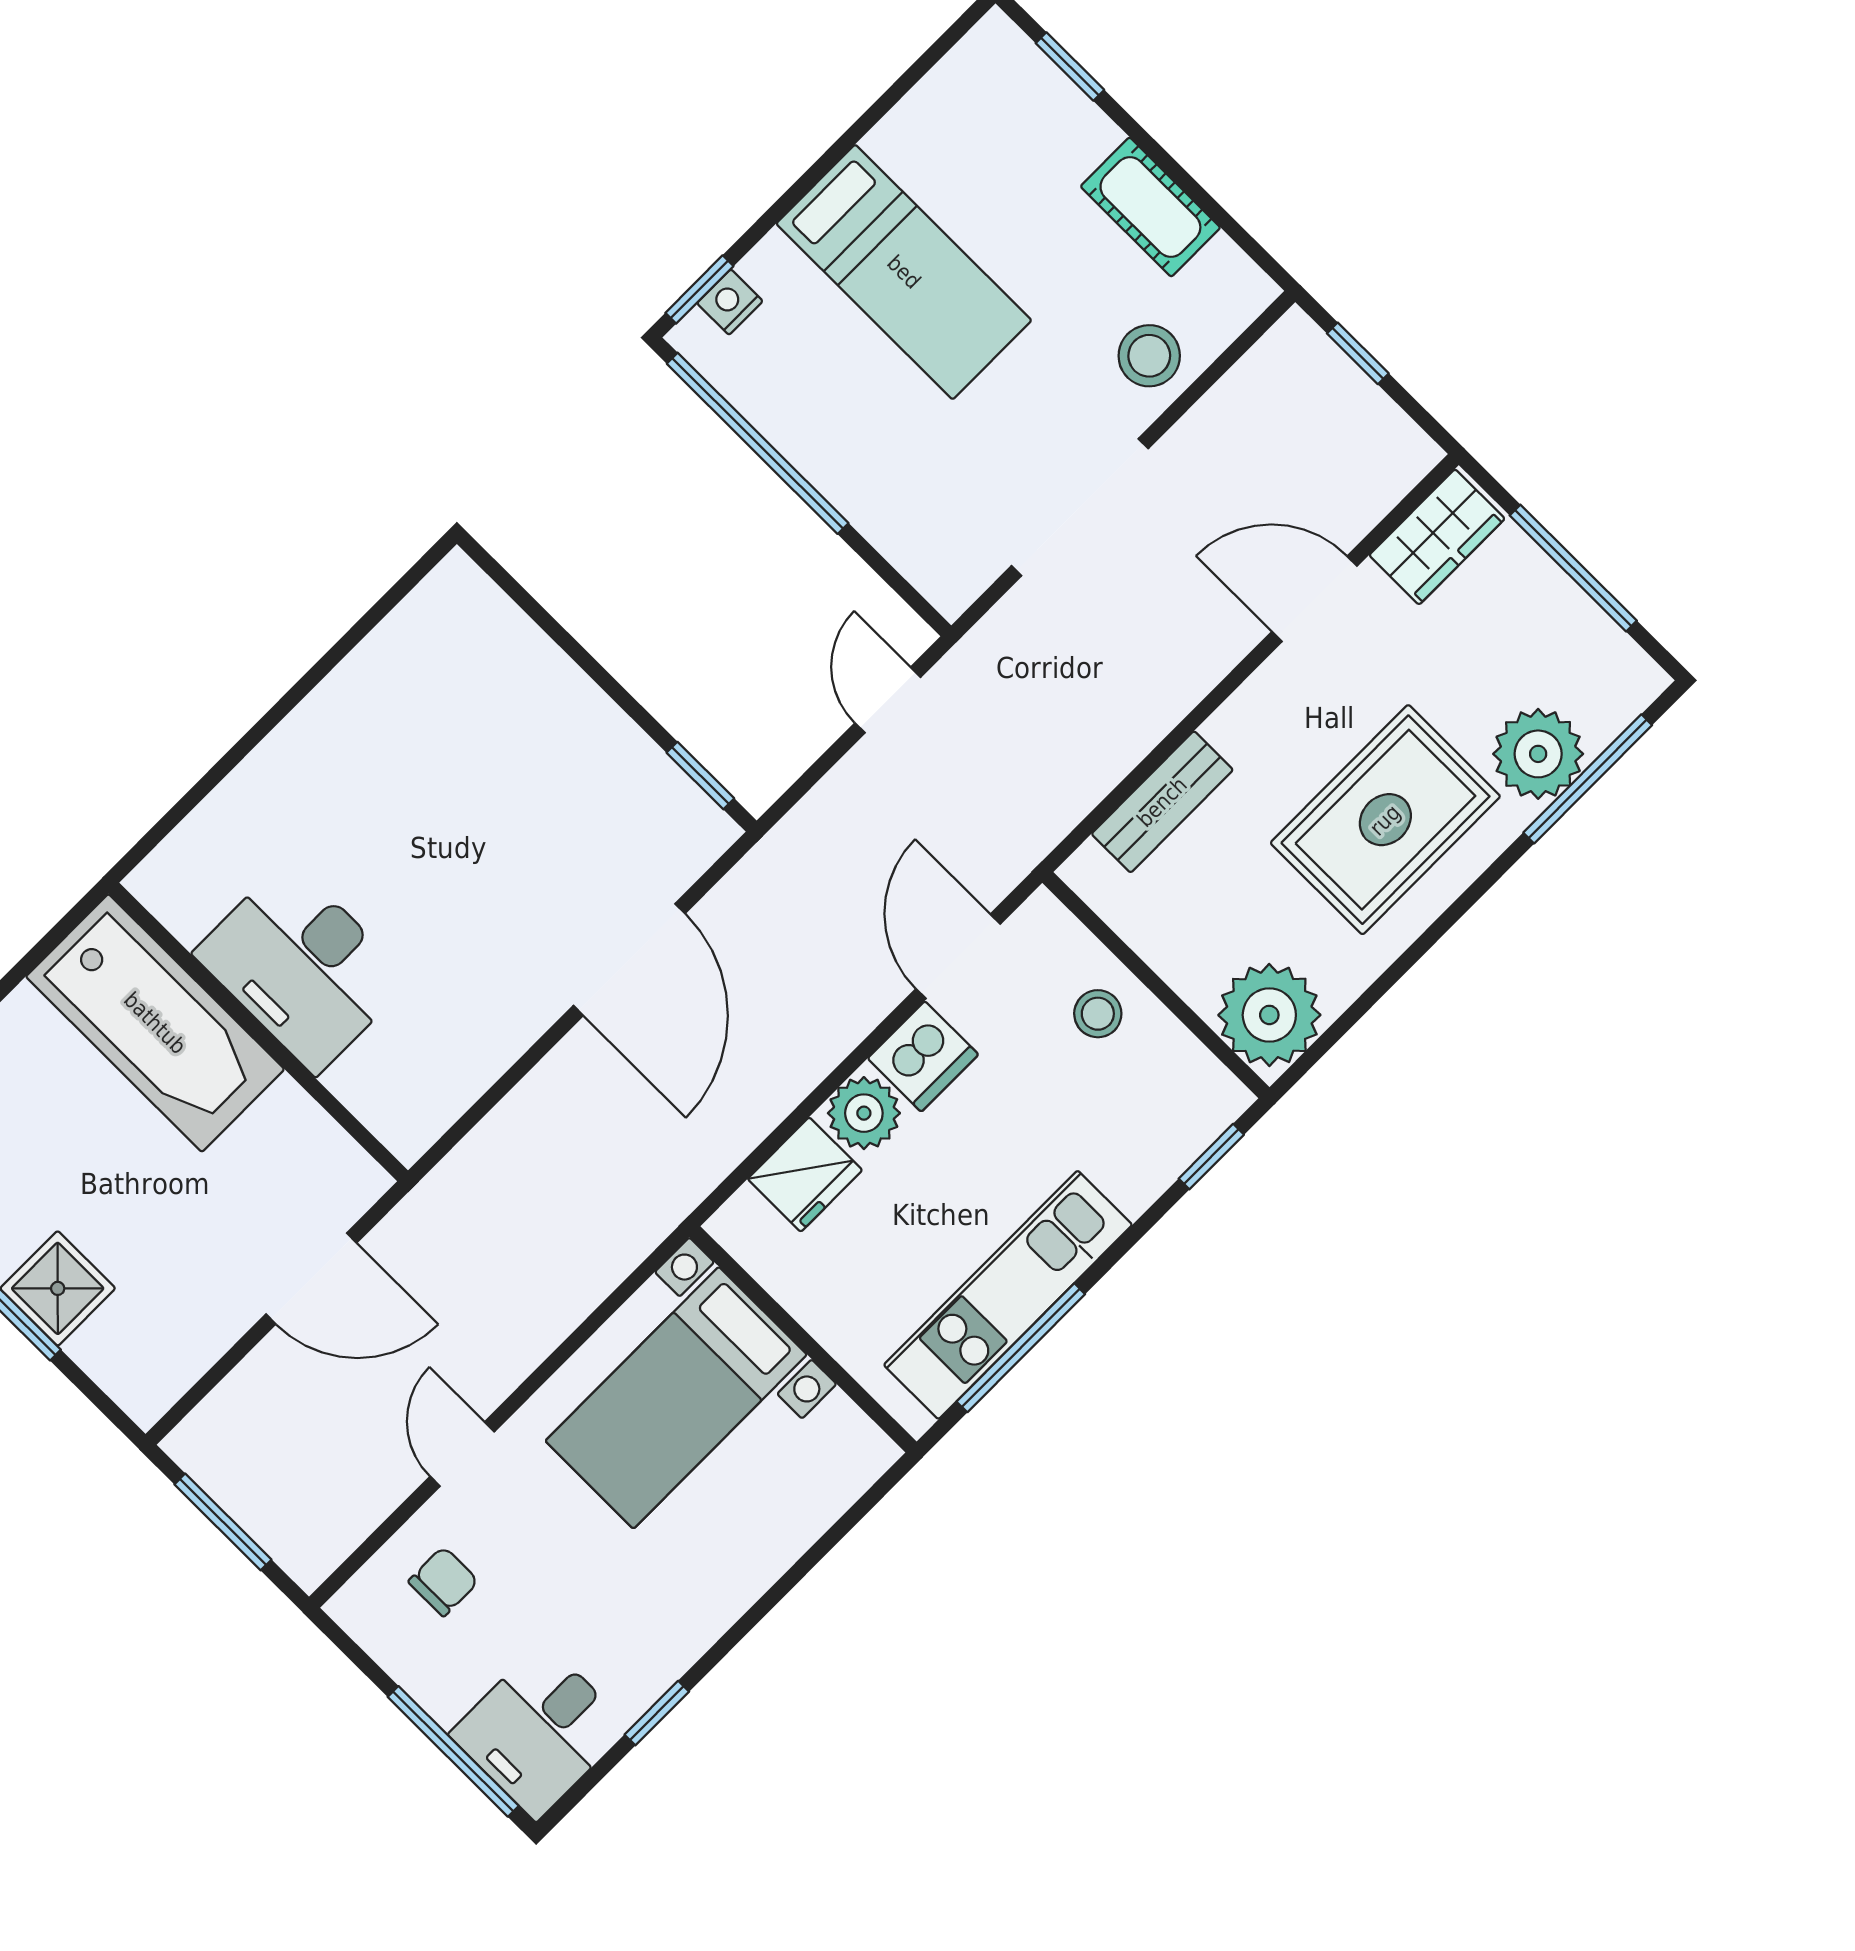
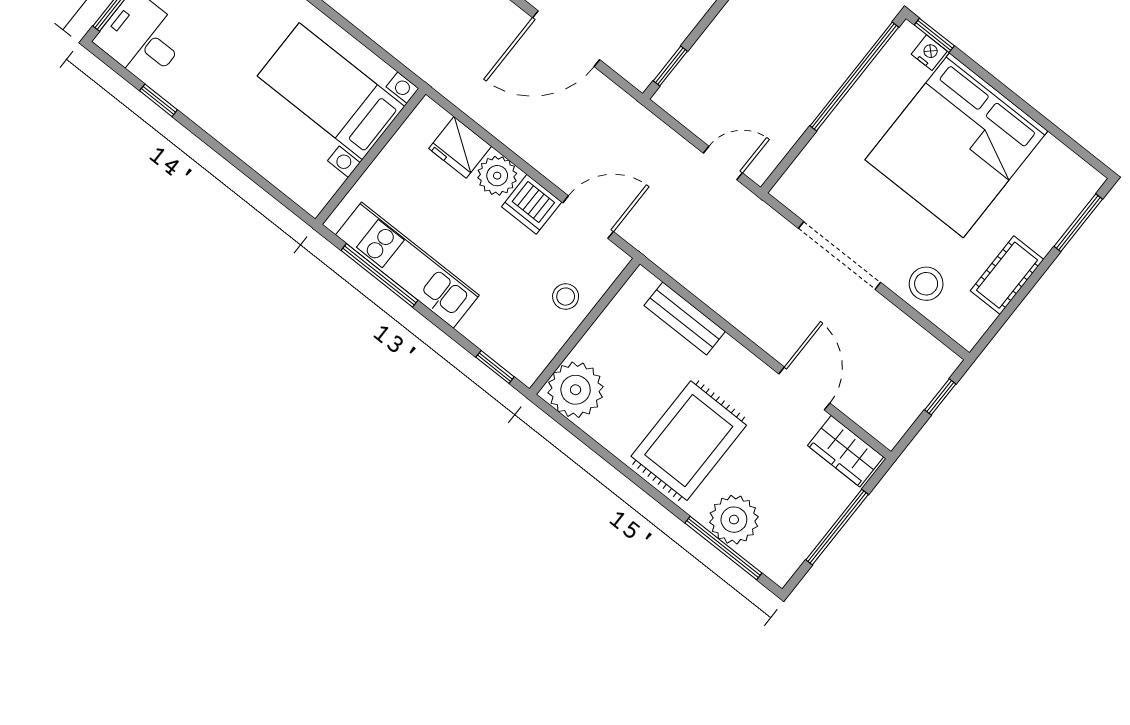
window: (1070, 67) -> (1078, 223), width x1.50
bed: (904, 272) -> (956, 145), width x2.04
rug: (1385, 820) -> (689, 441), turned 90

